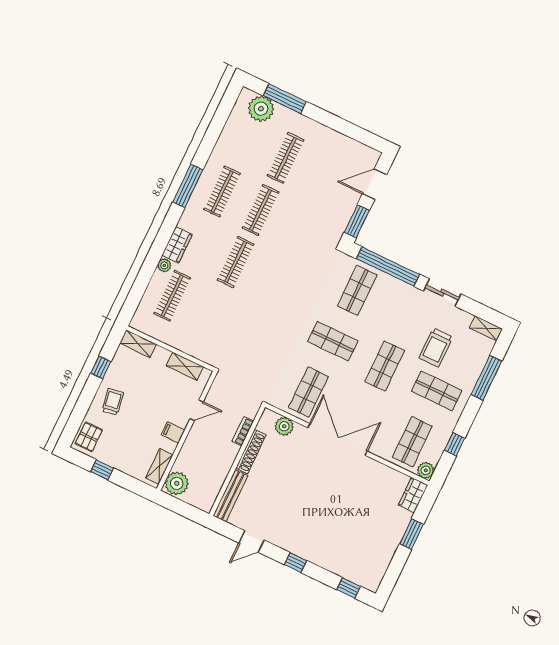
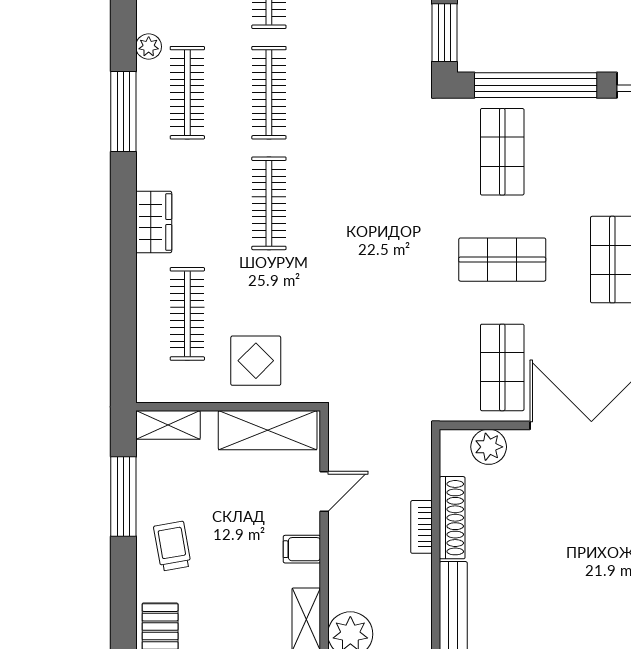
plant: (164, 265) -> (149, 47), moved
display table: (194, 333) -> (256, 361), added
shelving: (185, 366) -> (268, 430), width x1.50, depth x1.33
window: (101, 367) -> (123, 497), width x2.17
bookcase: (243, 431) -> (421, 527), moved

